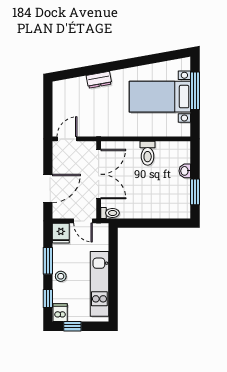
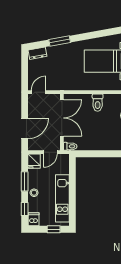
window: (96, 69) -> (60, 41), added
dresser: (99, 80) -> (38, 53), moved
door: (83, 221) -> (50, 152), hinge flipped
window: (72, 326) -> (54, 229), moved

